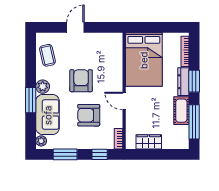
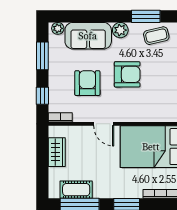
dresser: (183, 82) -> (126, 192), removed
window: (31, 100) -> (146, 16), moved
door: (124, 101) -> (104, 124), swing flipped
cot: (181, 111) -> (76, 190), moved

